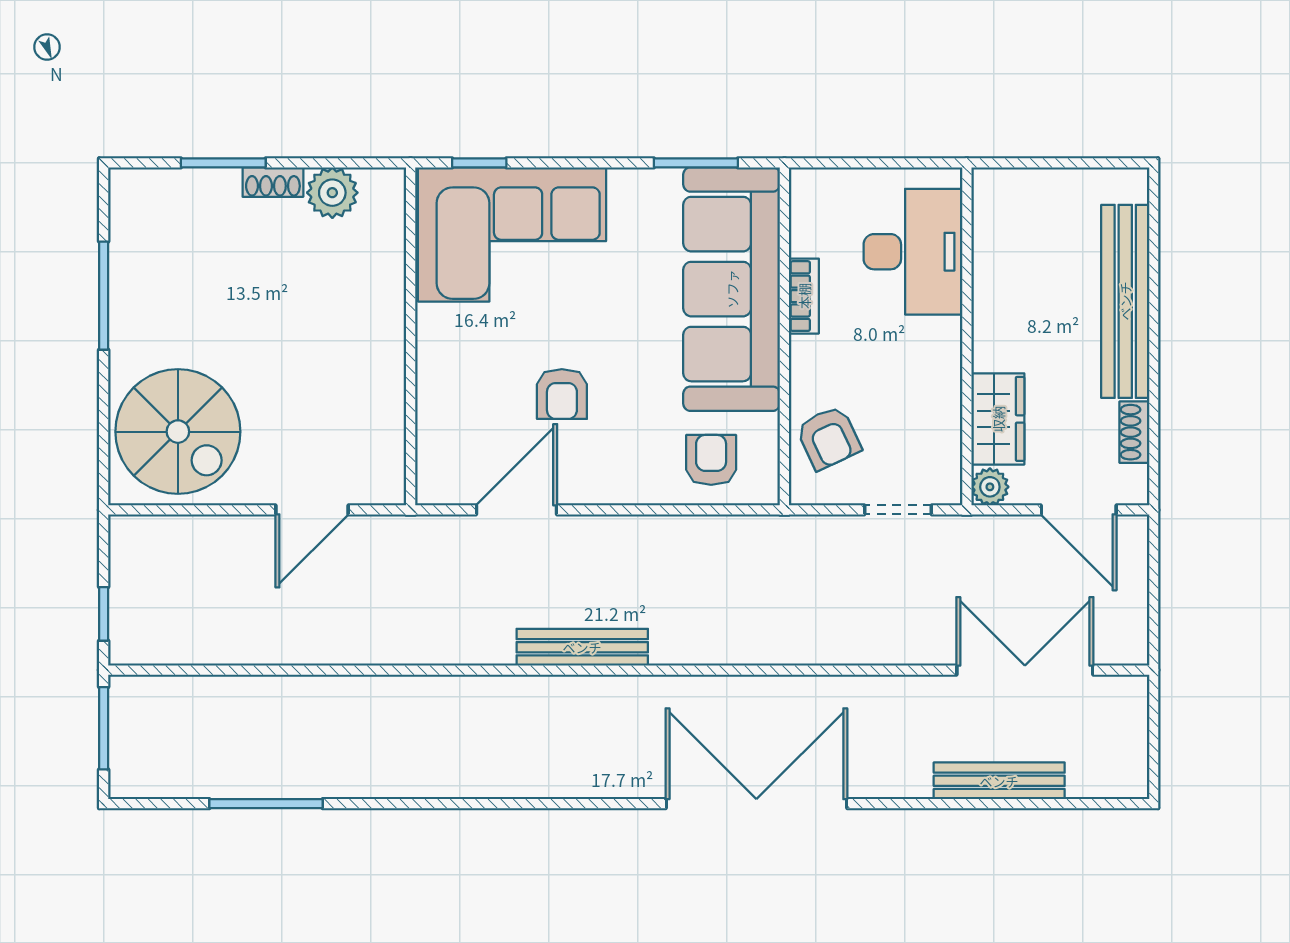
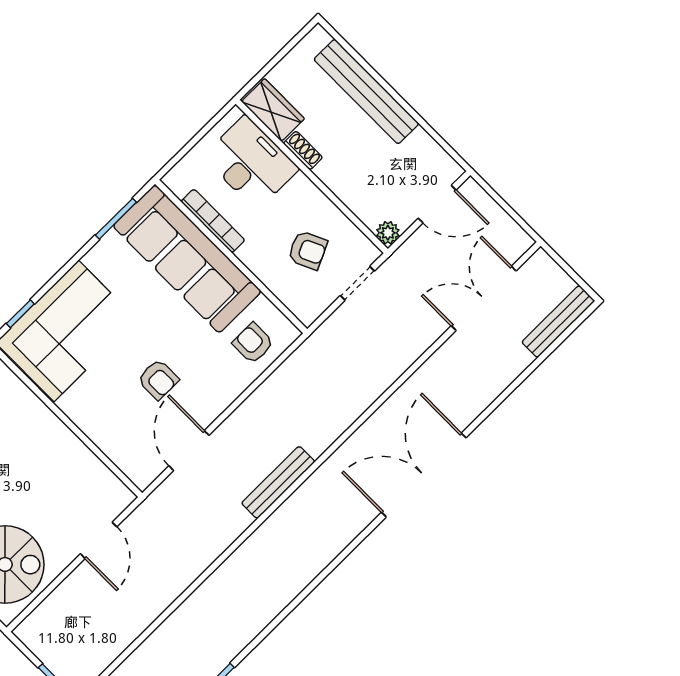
bookcase: (804, 296) -> (213, 221), width x1.56
wardrobe: (998, 419) -> (273, 110), moved
shoe rack: (1134, 432) -> (303, 150), moved, turned 180
armchair: (829, 438) -> (308, 250), moved
bench: (999, 781) -> (558, 321), moved

